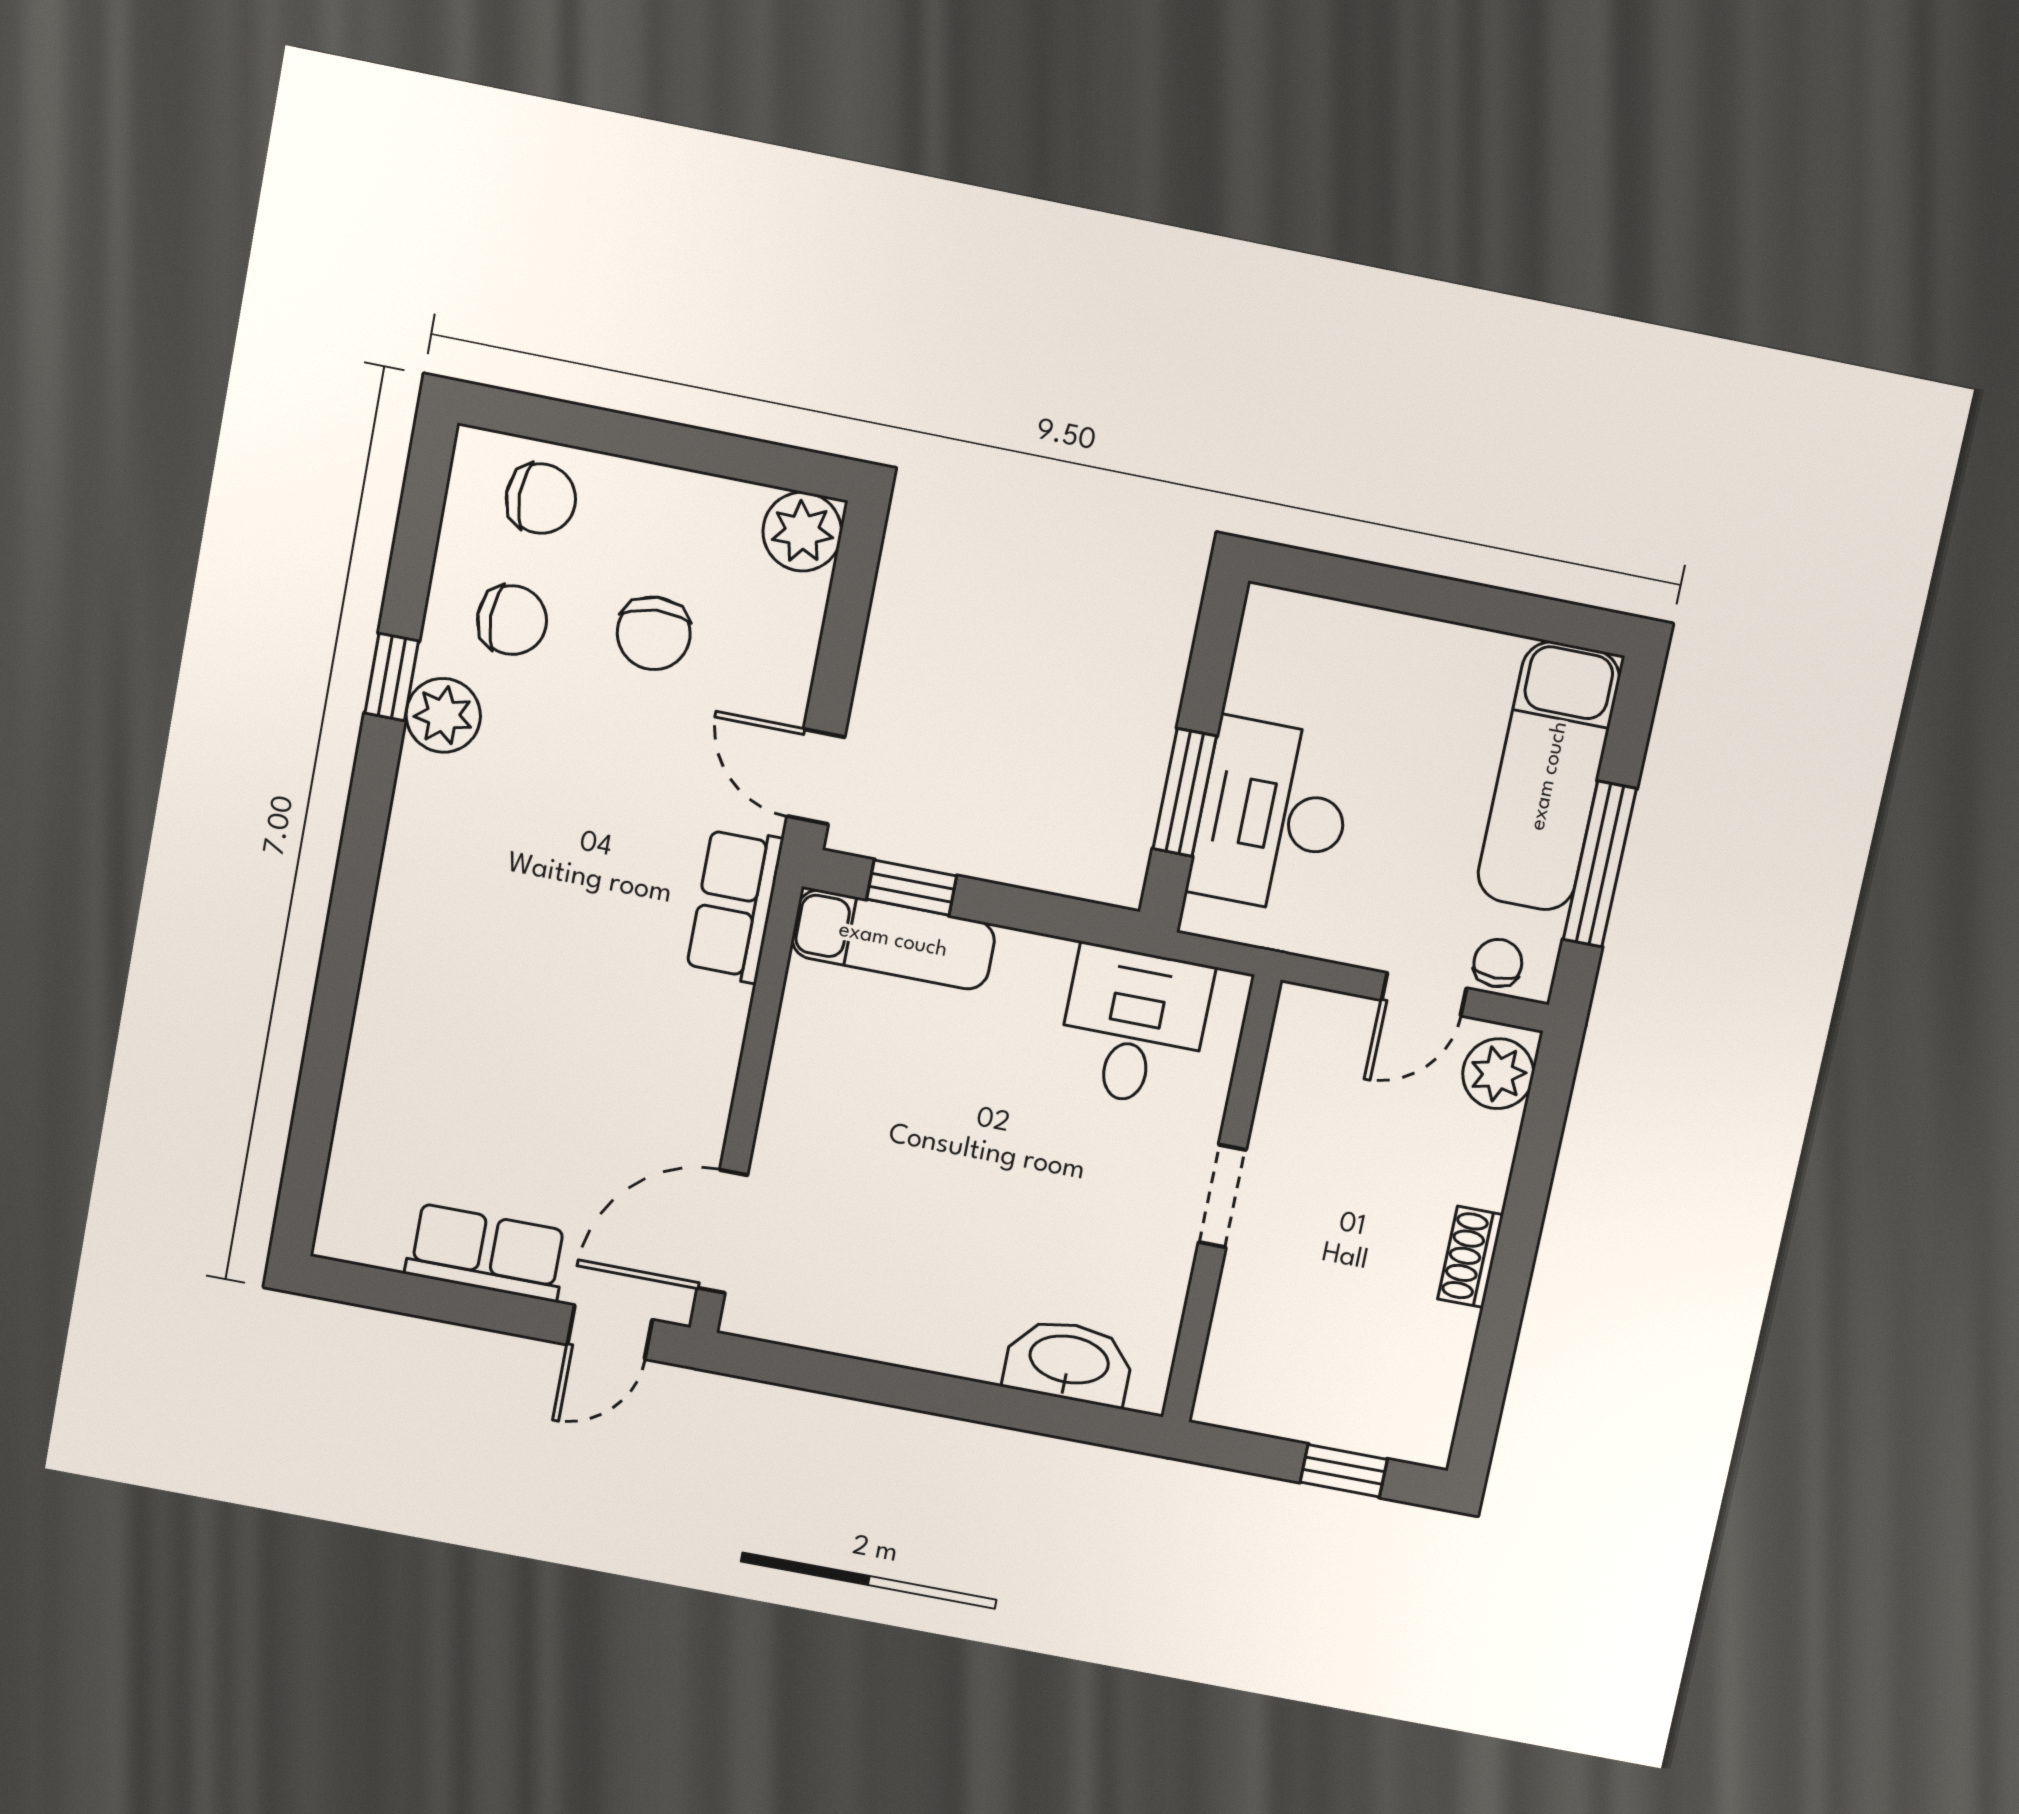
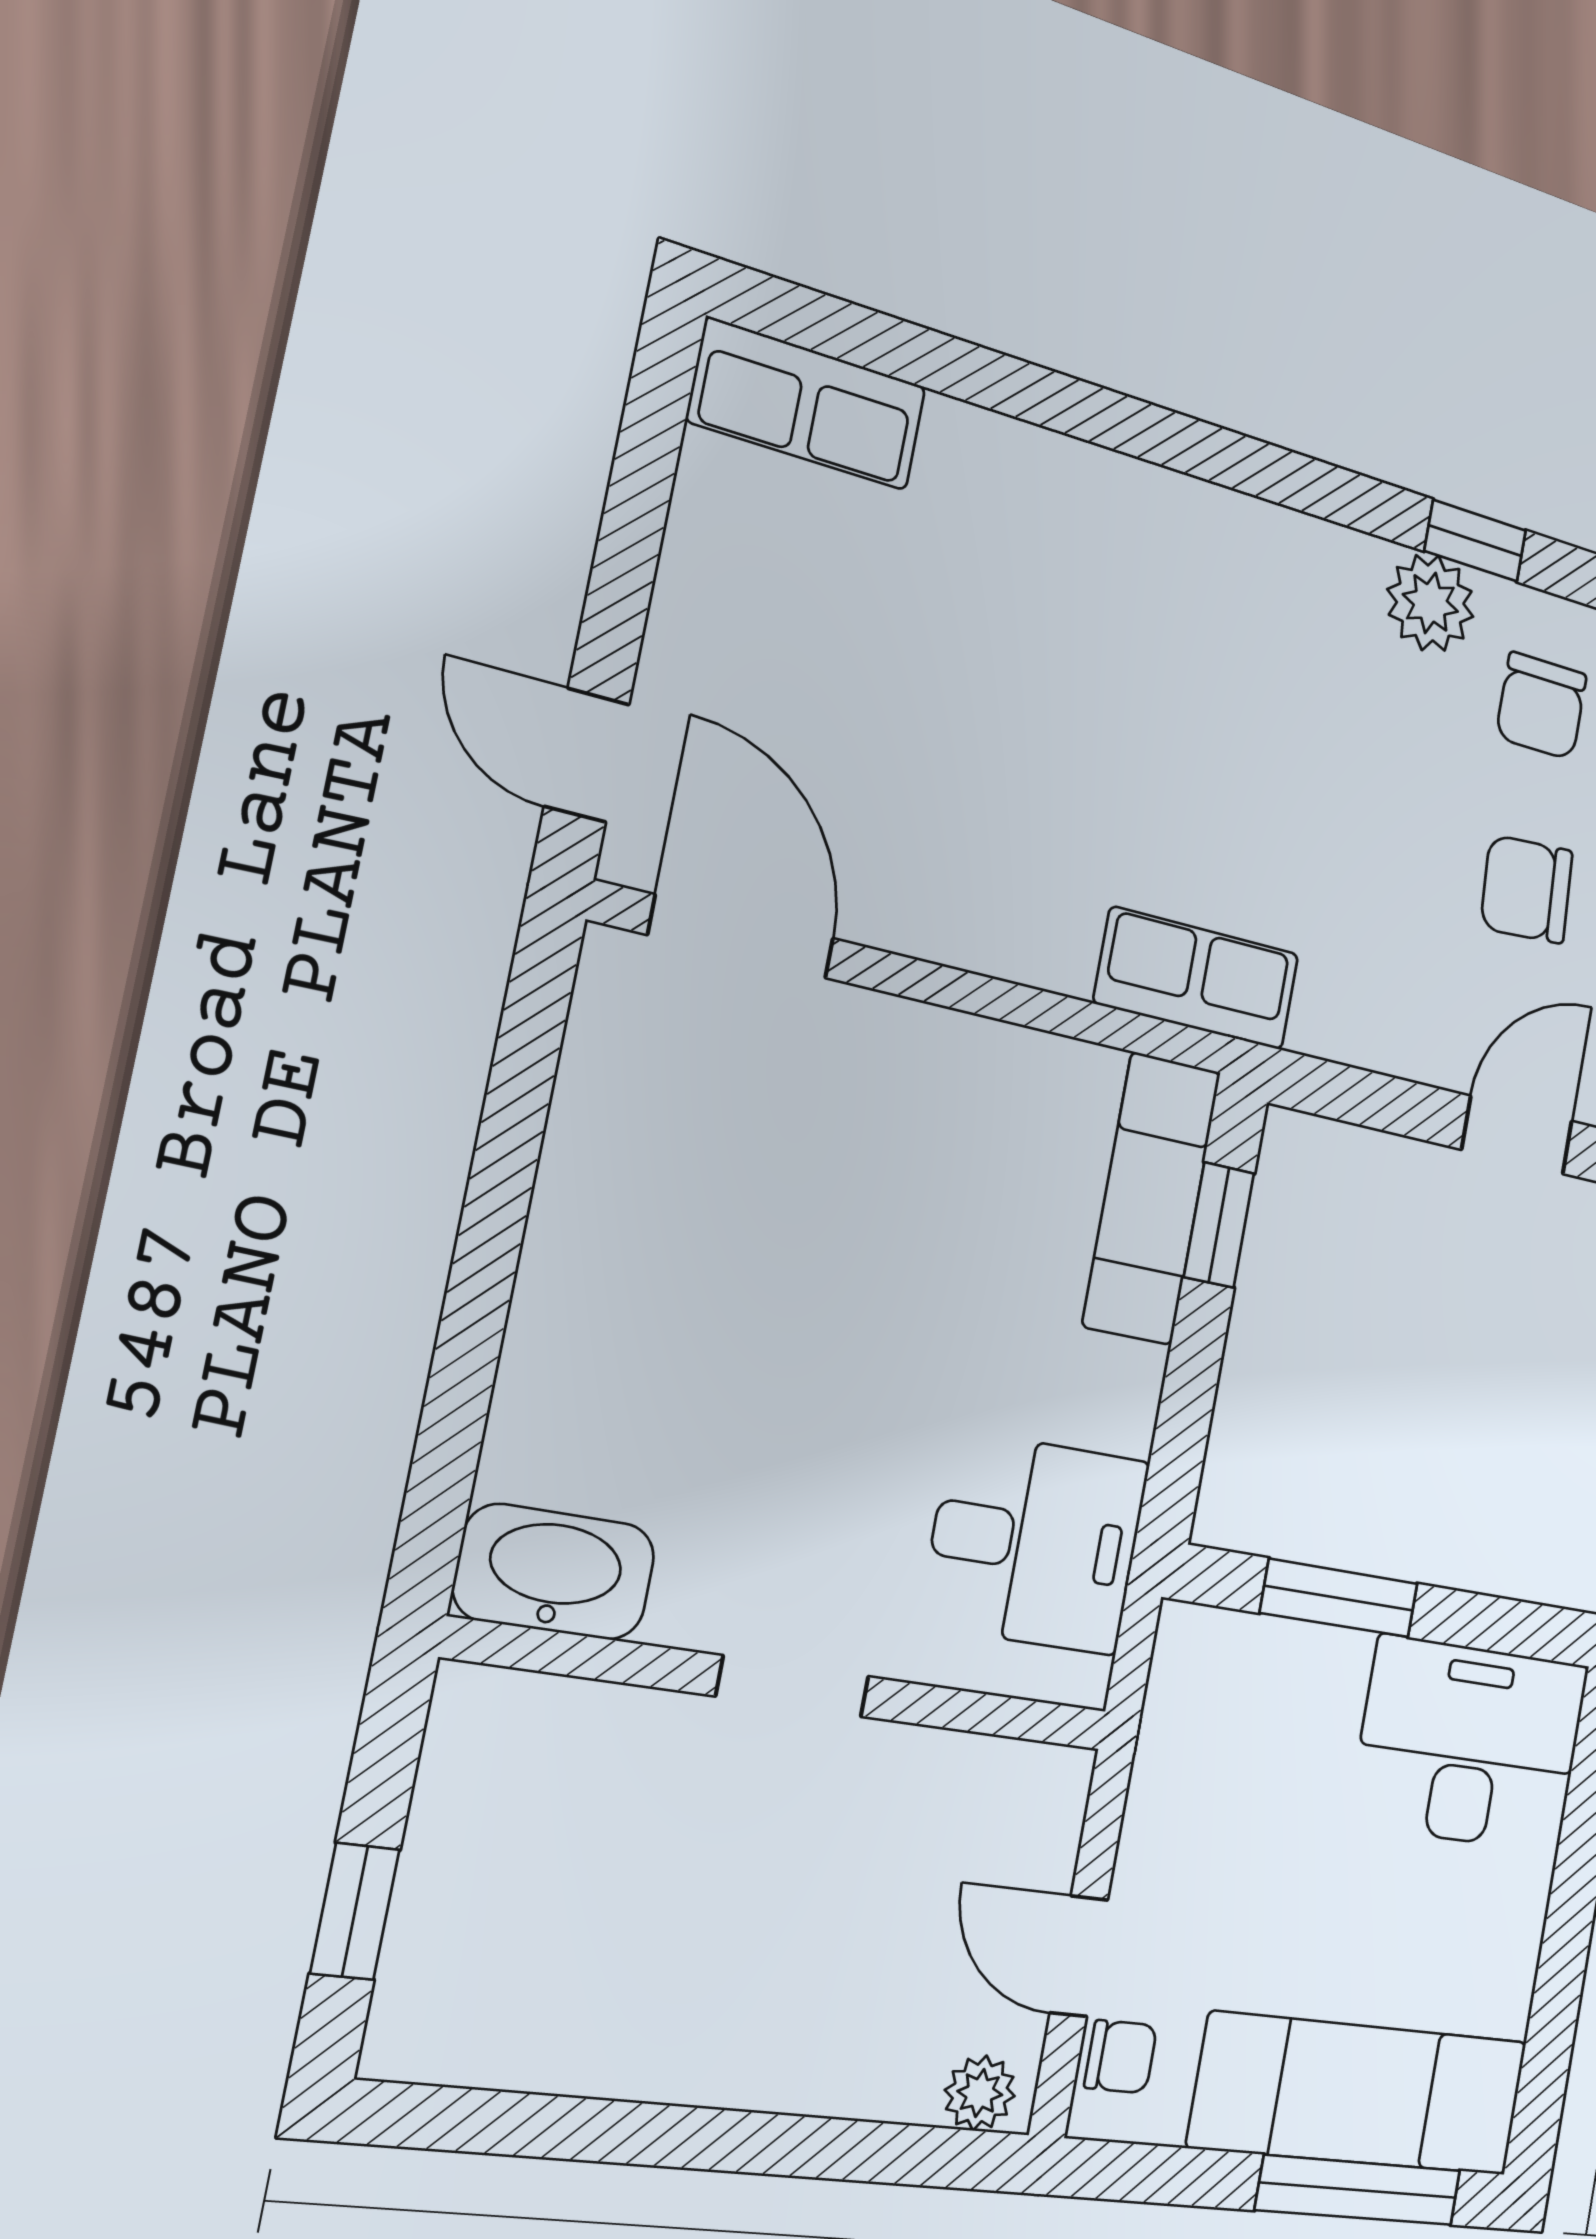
door: (816, 777) -> (1517, 1135), moved
desk: (1272, 816) -> (1469, 1744), moved
window: (1600, 864) -> (1359, 2190), moved
plant: (1498, 1074) -> (980, 2093), width x0.73, depth x0.73
row of seats: (487, 1252) -> (807, 404), moved, turned 90
shoe rack: (1471, 1257) -> (700, 2072), removed
washbasin: (1069, 1362) -> (554, 1572), moved, turned -90

